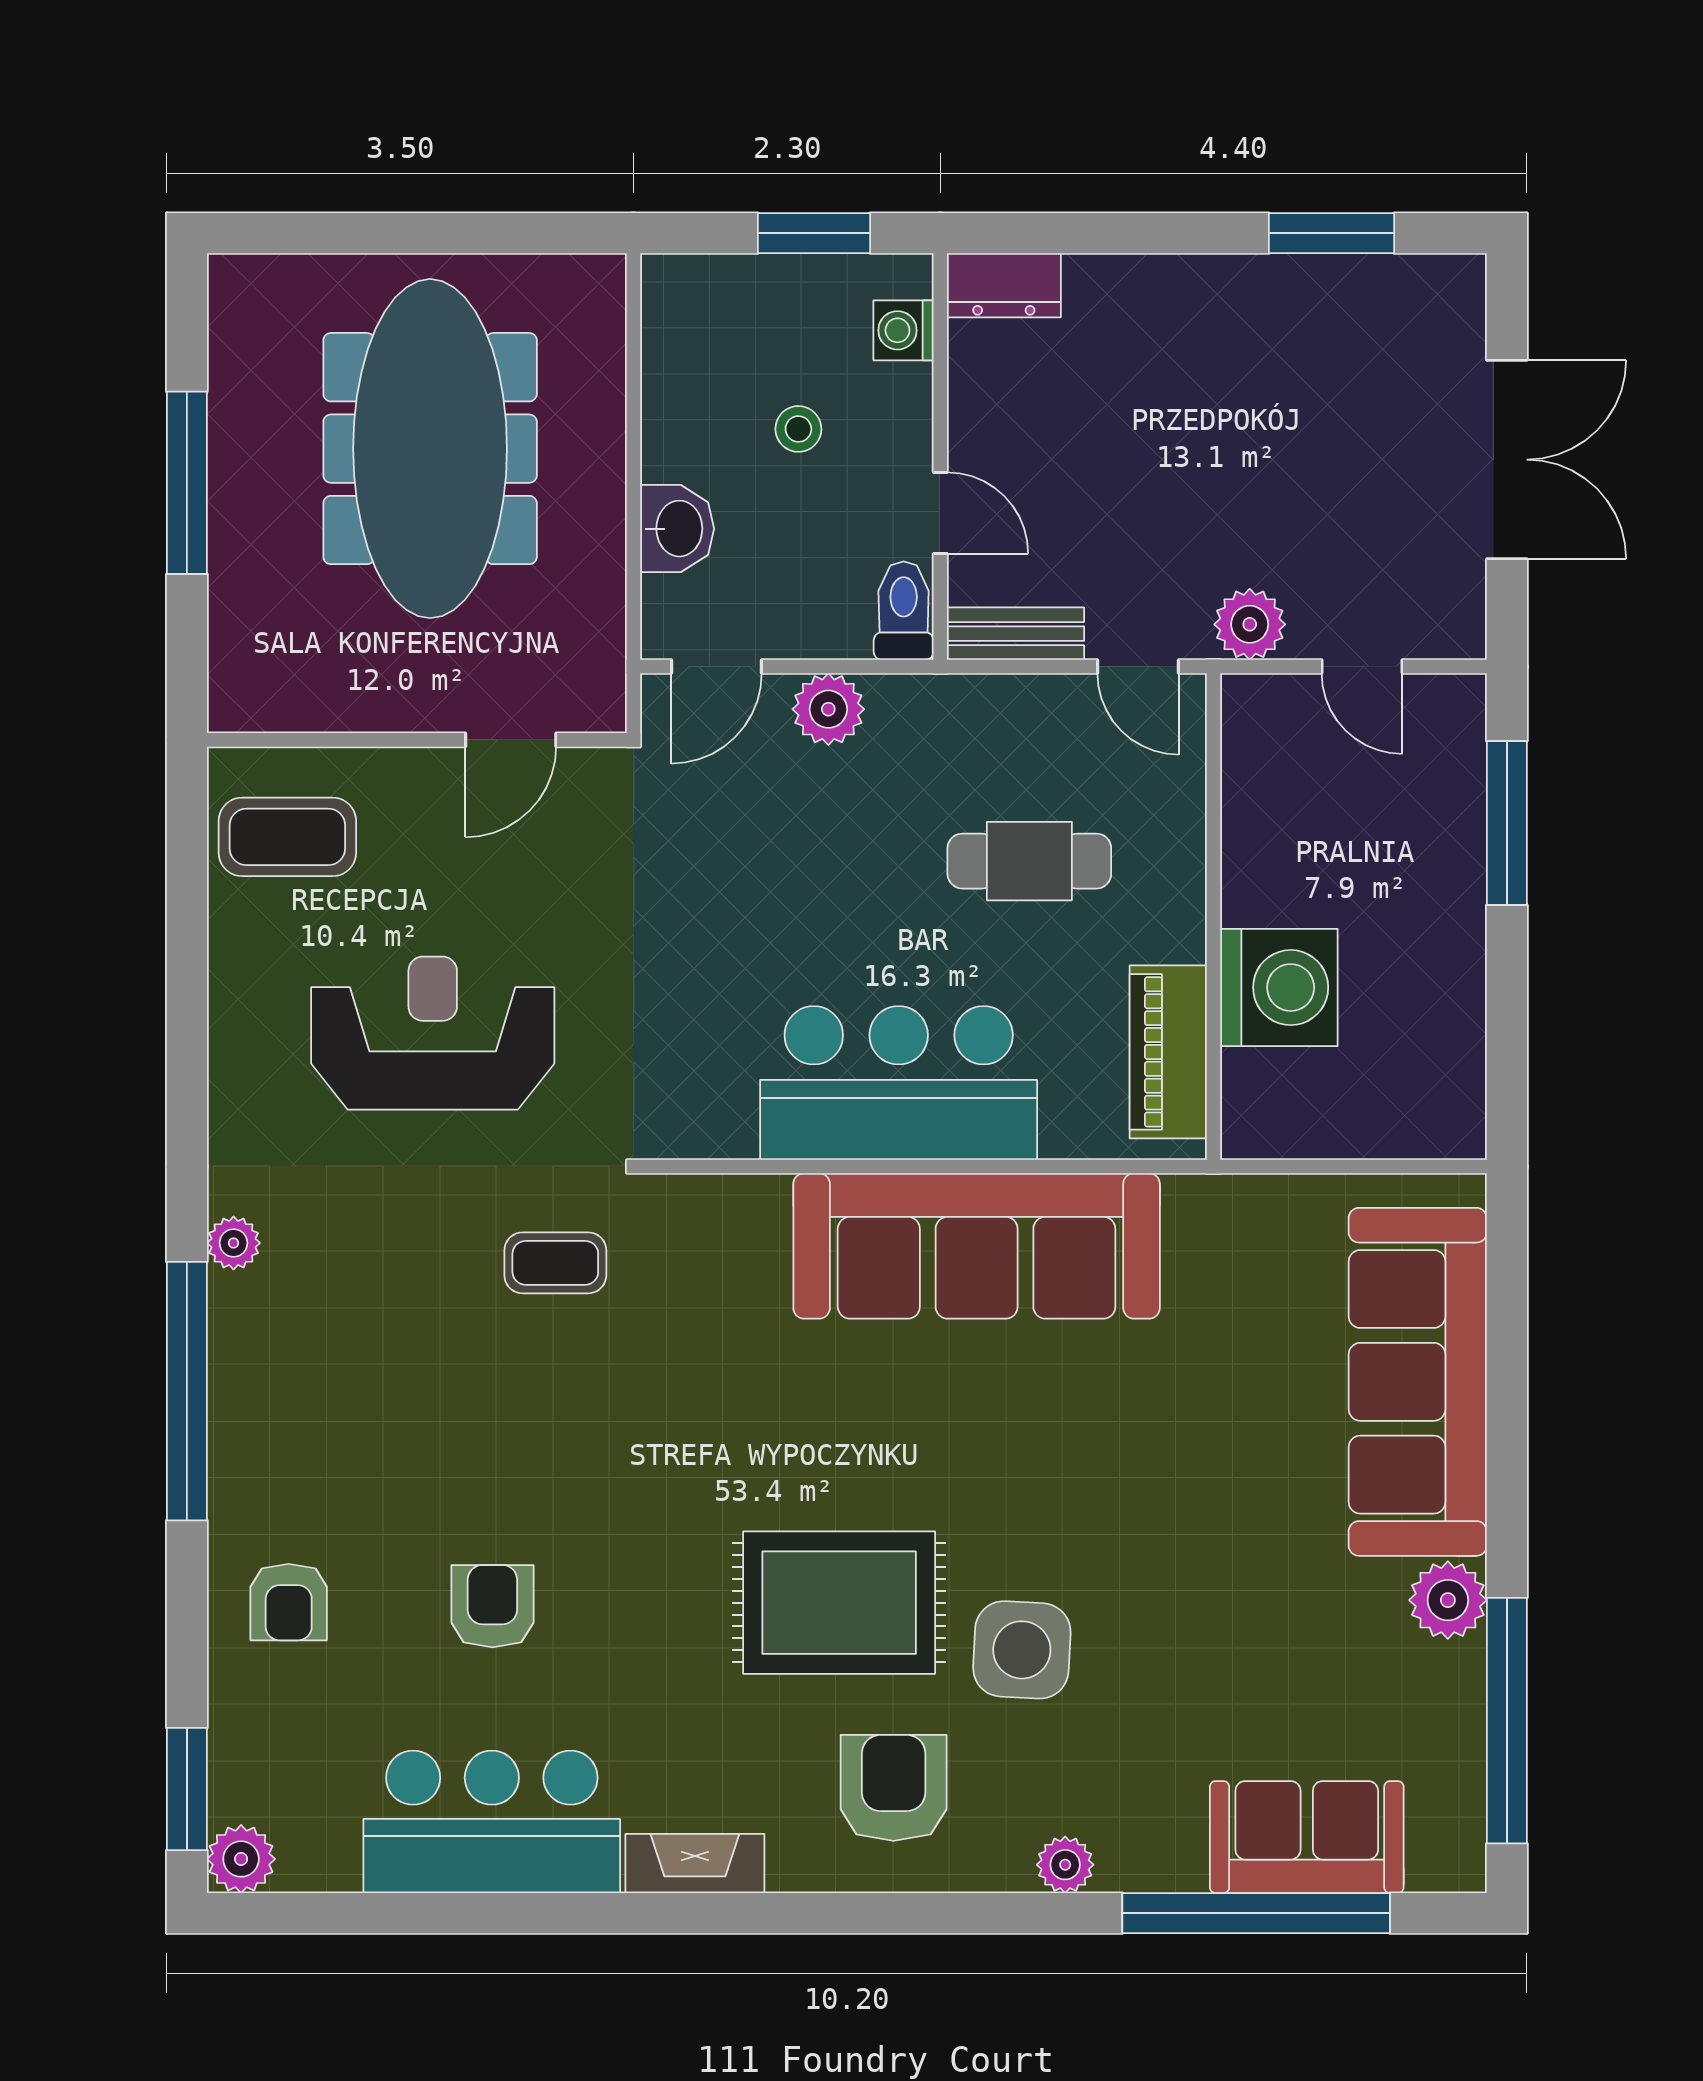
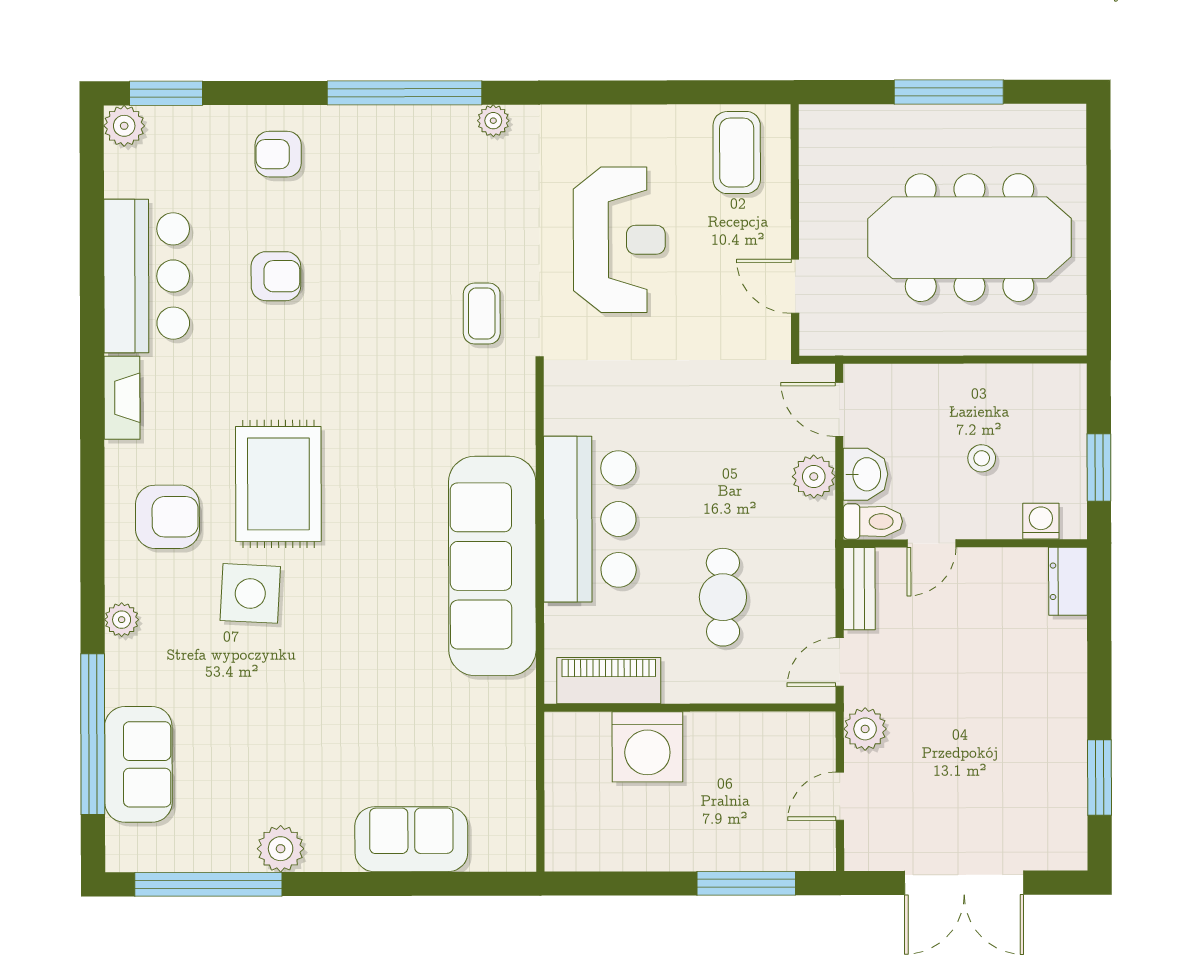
washbasin: (677, 529) -> (865, 474), moved, turned -90
sofa: (1418, 1382) -> (411, 839), width x0.54, depth x0.79

